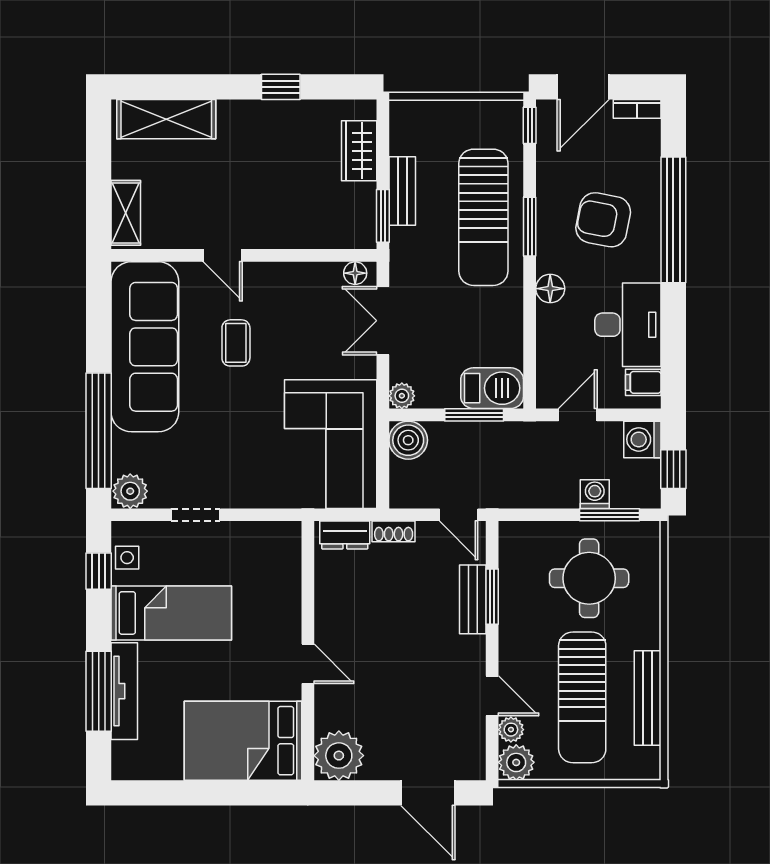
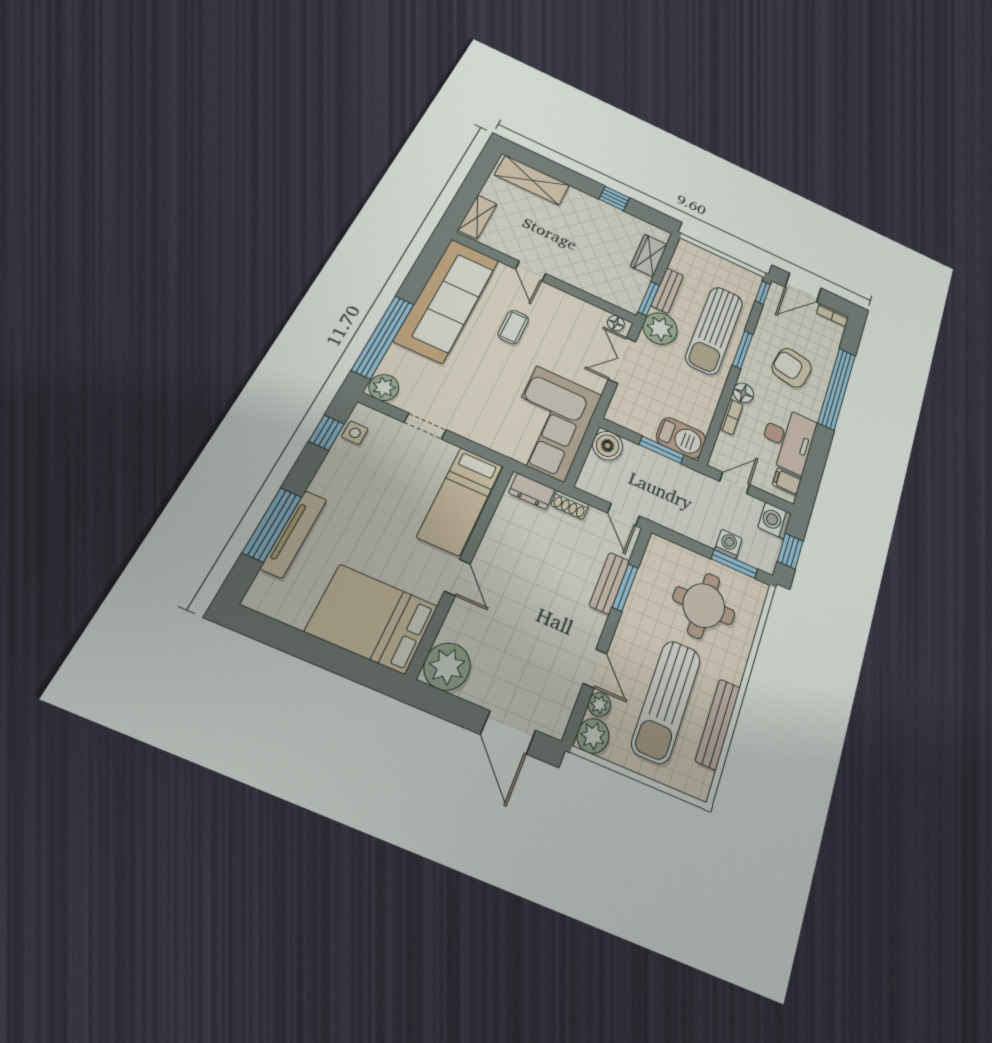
bookcase: (546, 330) -> (731, 417), added
plant: (402, 396) -> (660, 329), moved, width x1.87, depth x1.87
bed: (171, 613) -> (460, 501), moved, turned 90

